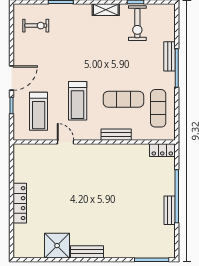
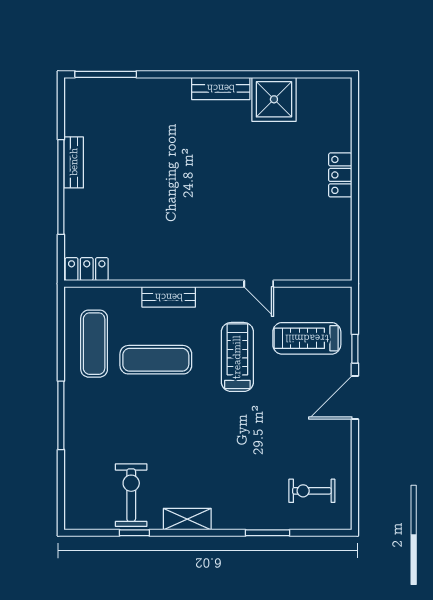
bench: (169, 56) -> (74, 436), removed
treadmill: (39, 111) -> (307, 338), turned -90
locker: (20, 203) -> (340, 175), width x0.66

